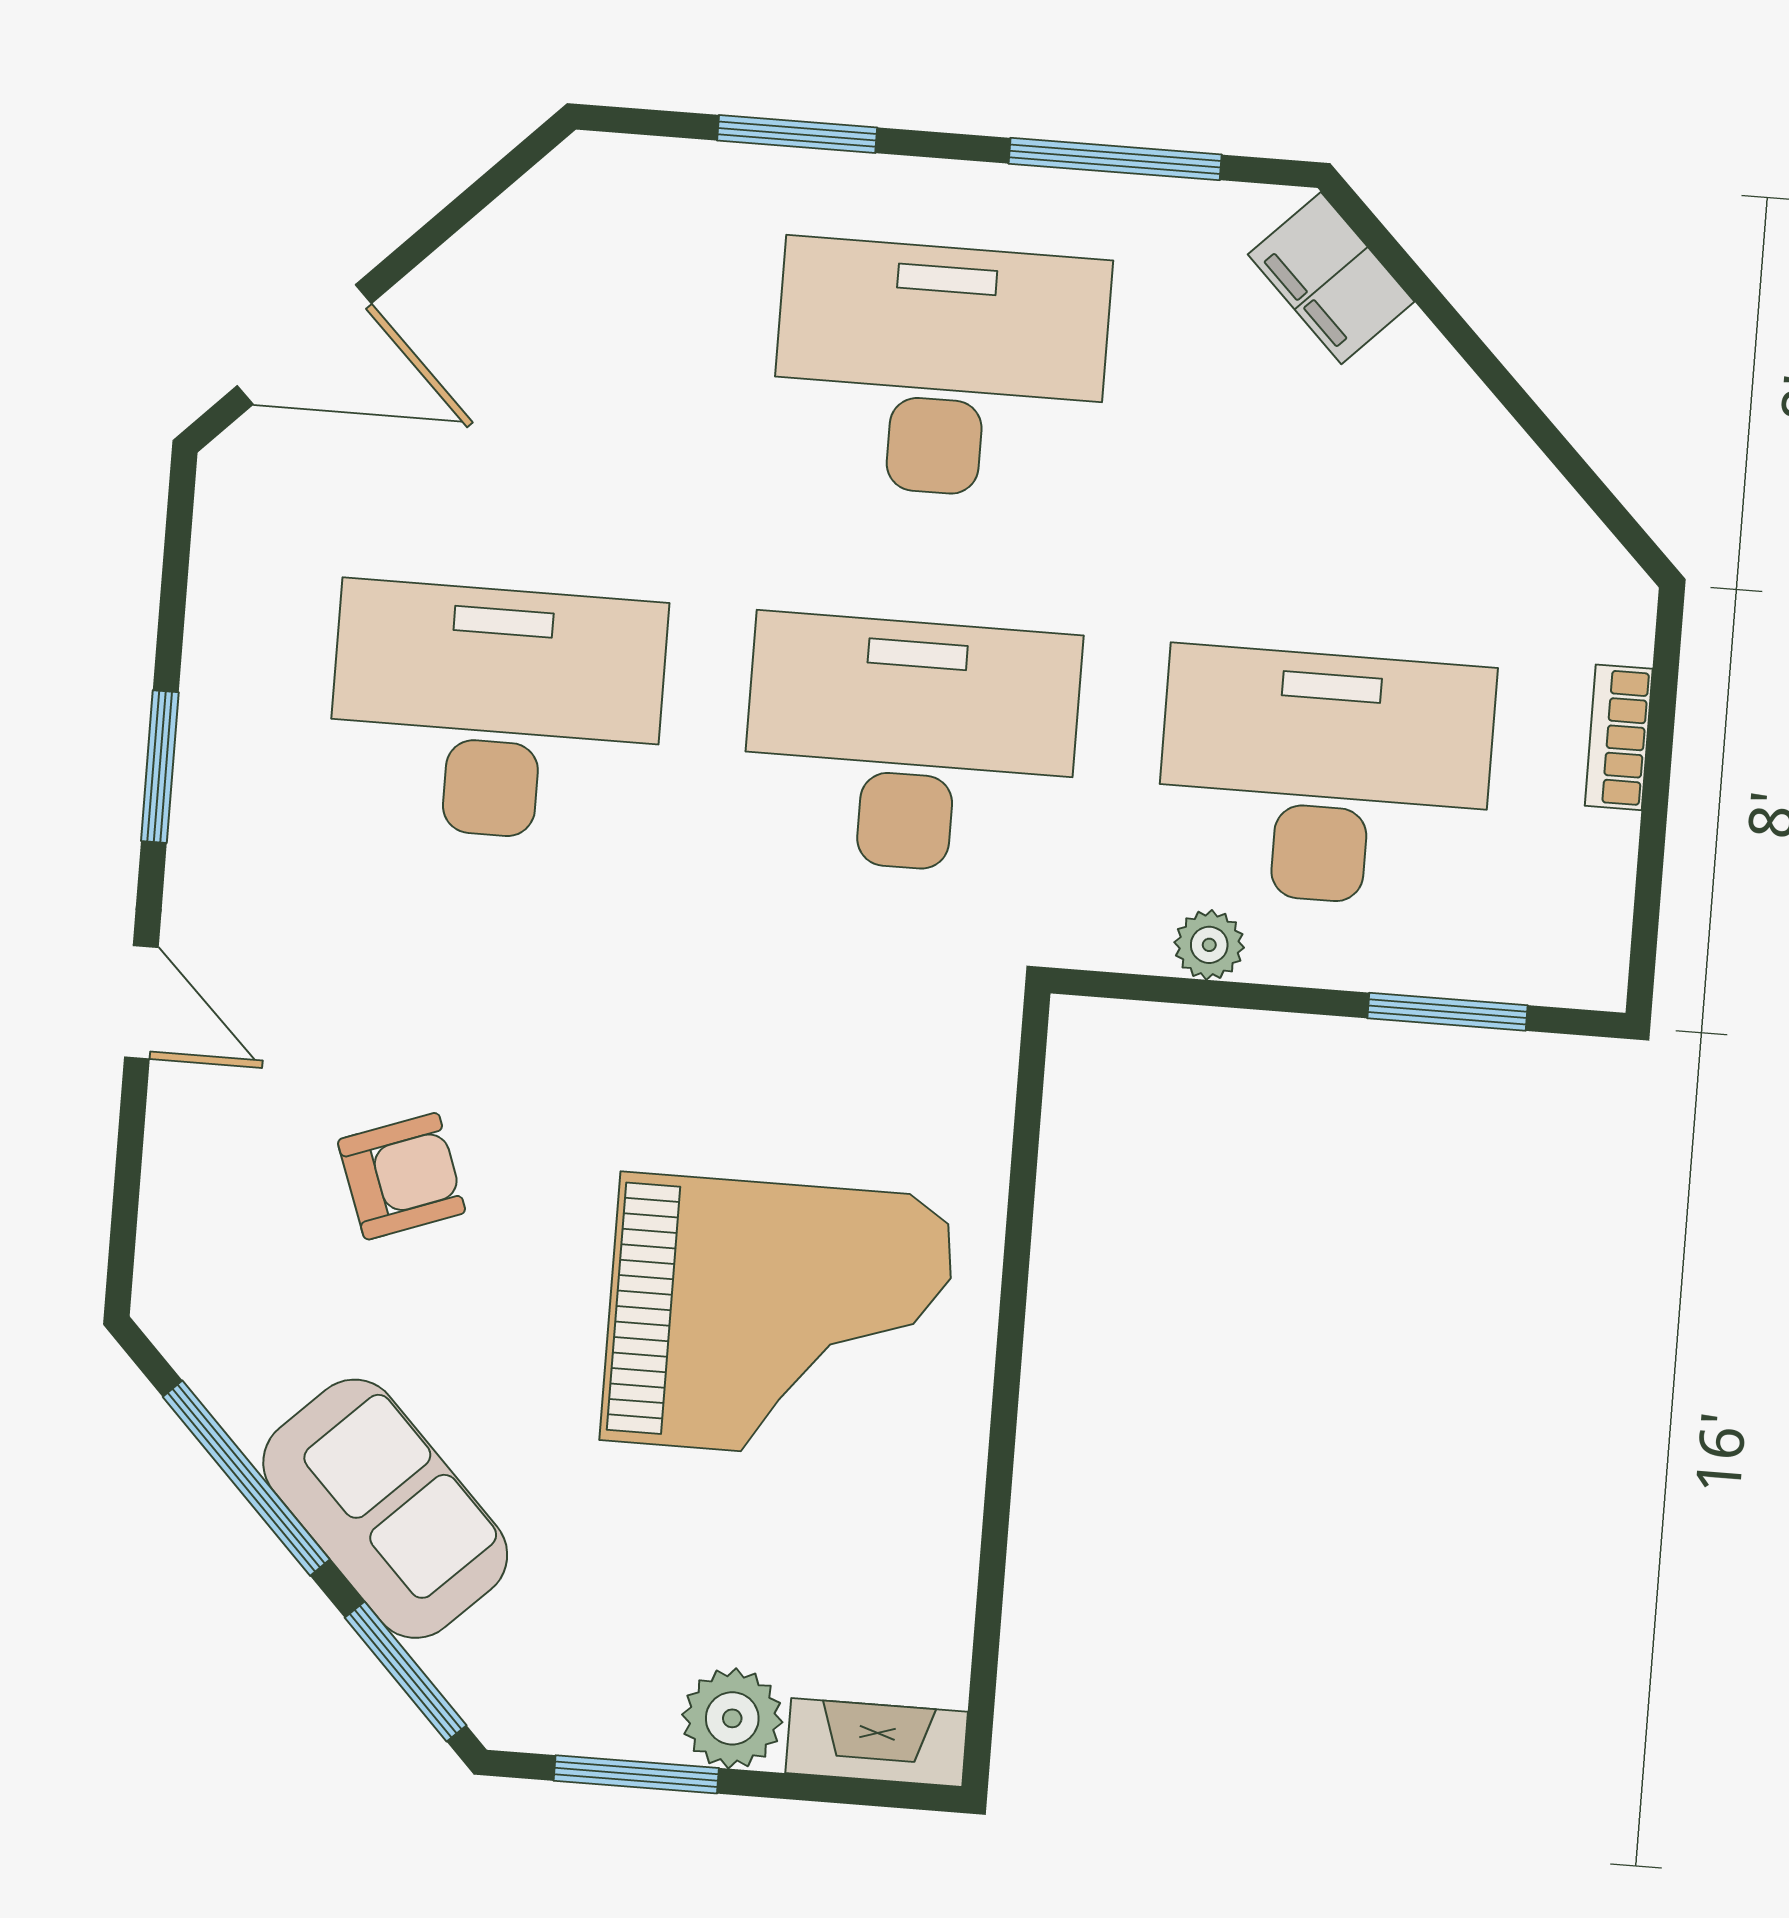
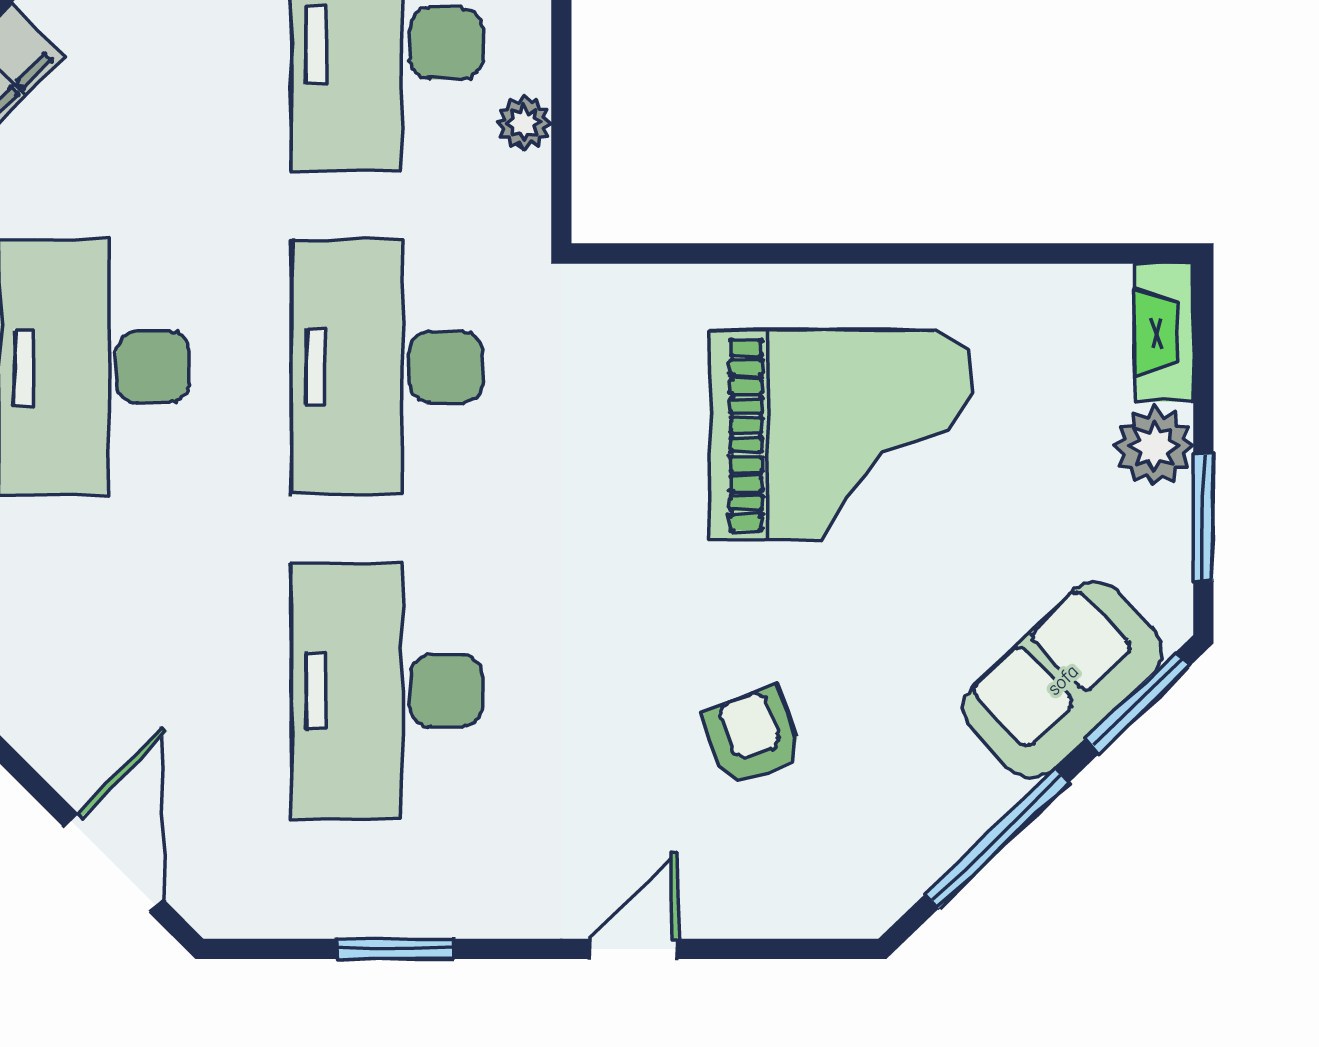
window: (160, 767) -> (395, 949), moved
grand piano: (778, 1319) -> (841, 435), turned 90
sofa: (385, 1509) -> (1063, 680), moved

